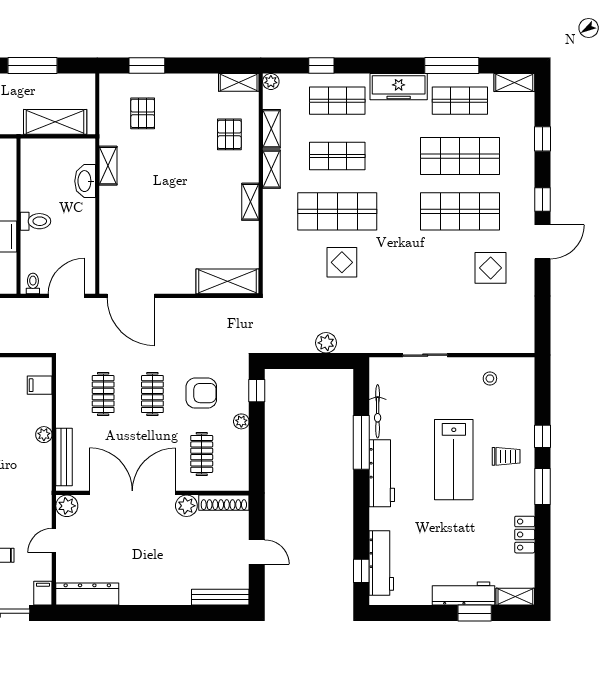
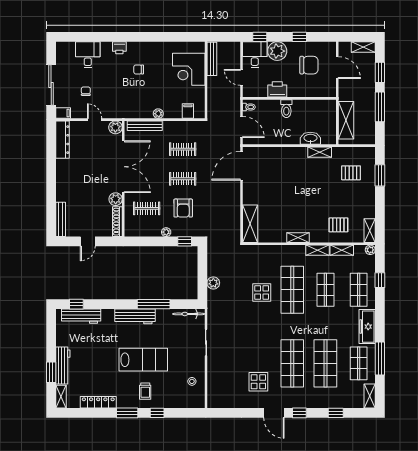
bicycle: (378, 411) -> (189, 314), moved
lab bench: (454, 460) -> (143, 360), turned 180
locker: (525, 535) -> (98, 402), width x1.53

